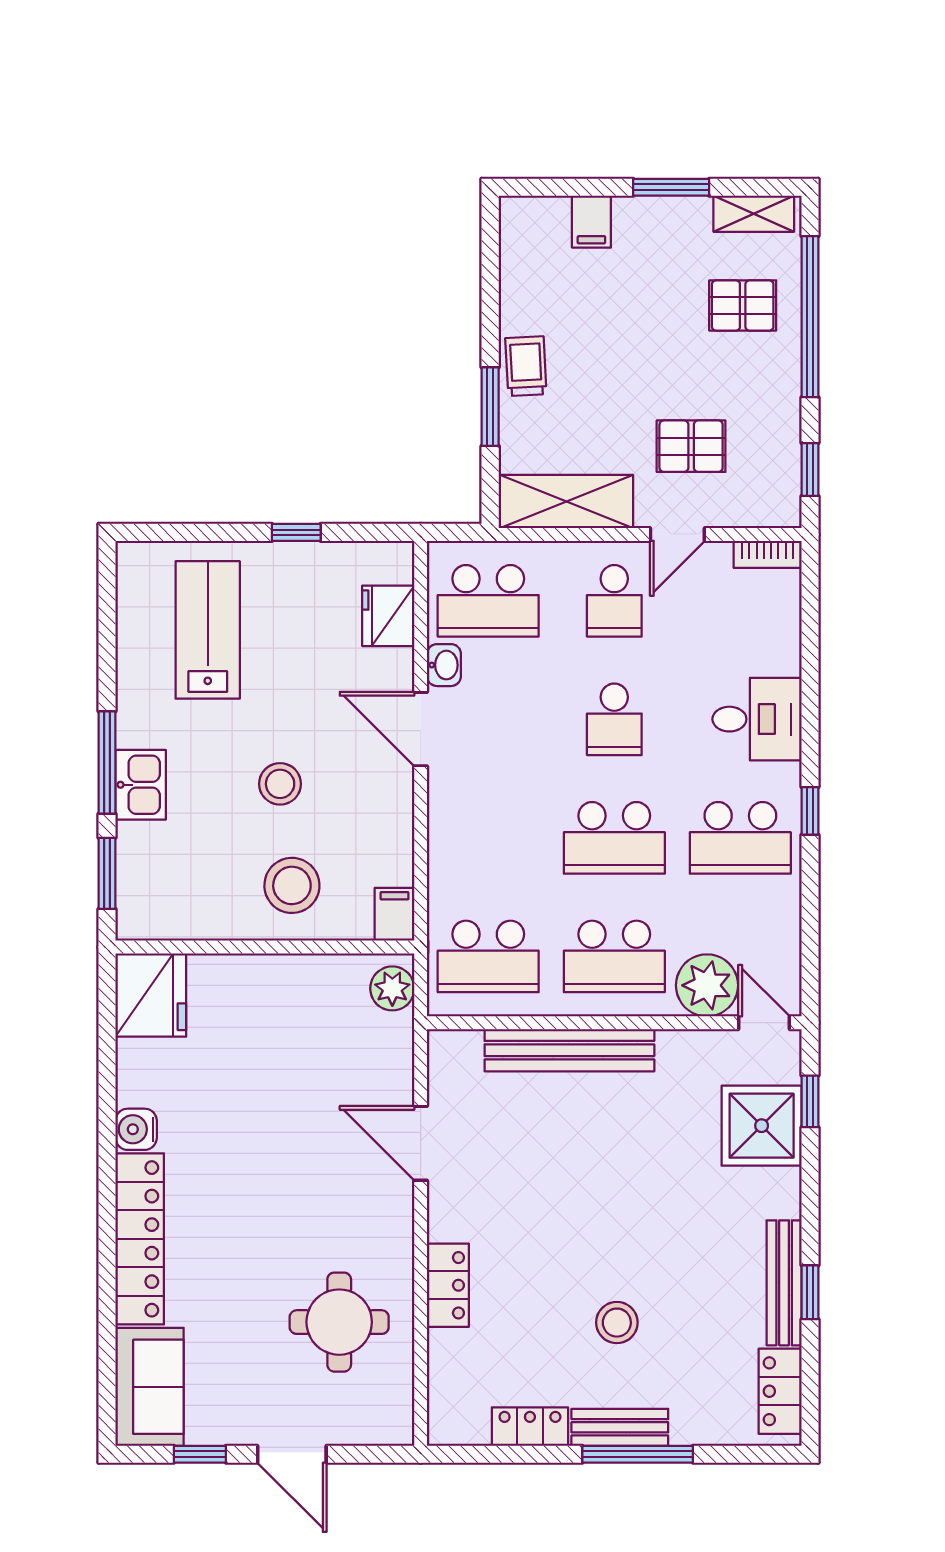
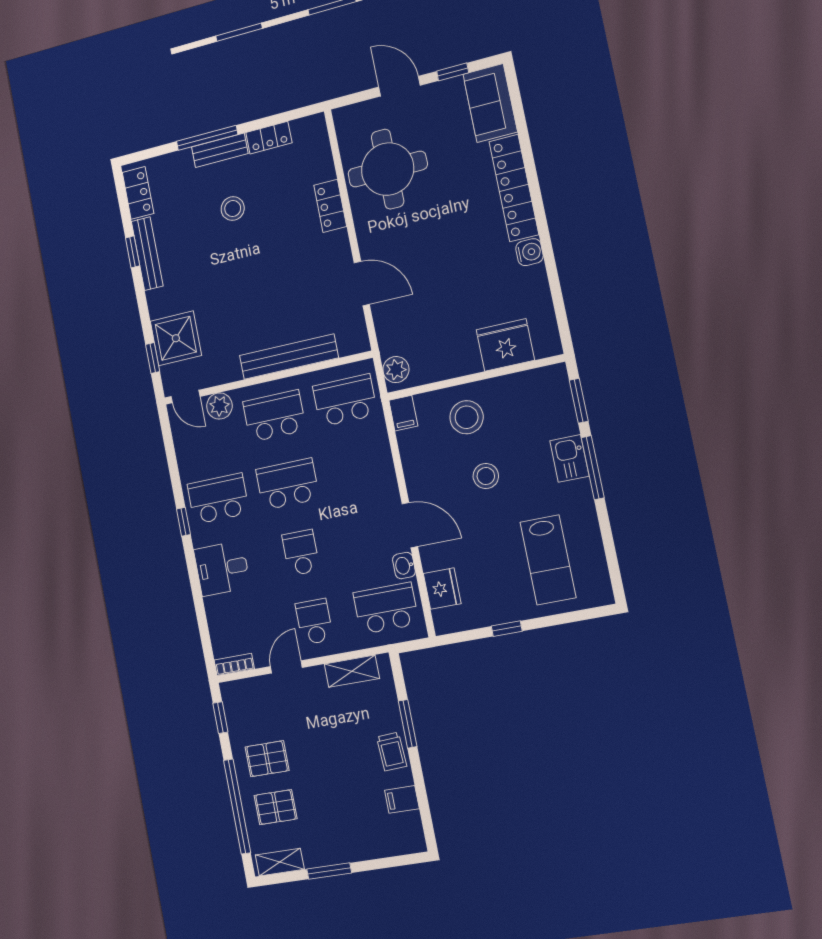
filing cabinet: (591, 222) -> (402, 799), moved, turned -90
pallet: (691, 446) -> (267, 759), moved
shelving: (566, 501) -> (352, 671), width x0.67, depth x0.75
plant: (707, 985) -> (219, 406), width x0.73, depth x0.73
fridge: (151, 995) -> (505, 345), moved, turned 90
round table: (339, 1322) -> (388, 169), width x1.36, depth x1.36

